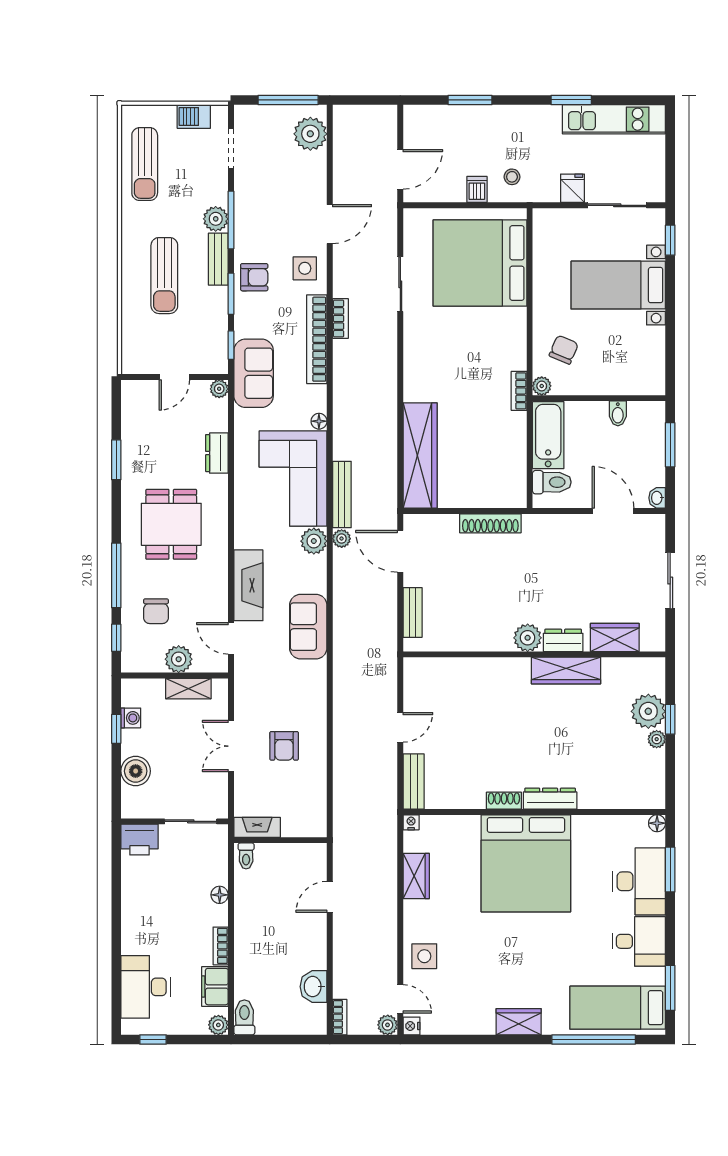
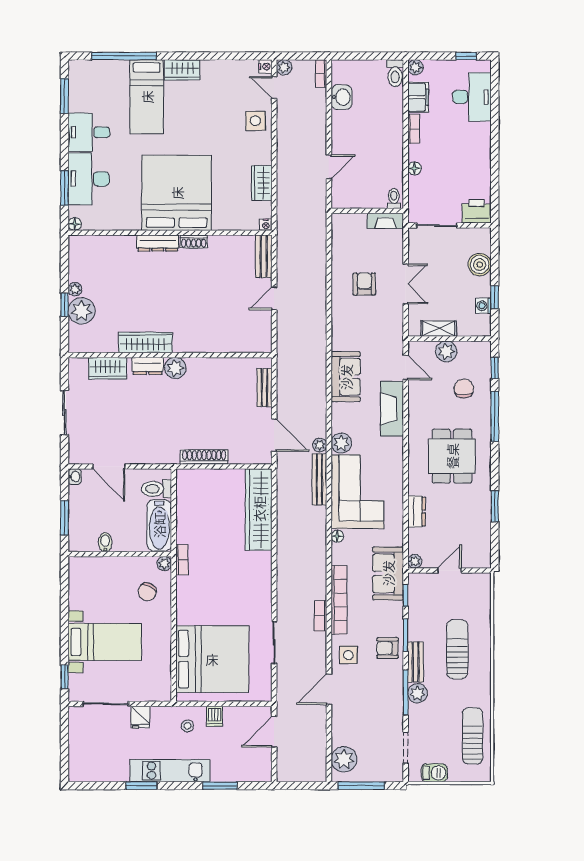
kitchen unit: (614, 119) -> (170, 771), moved
bed: (618, 1008) -> (147, 97), moved, turned 90

